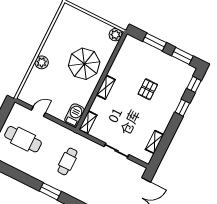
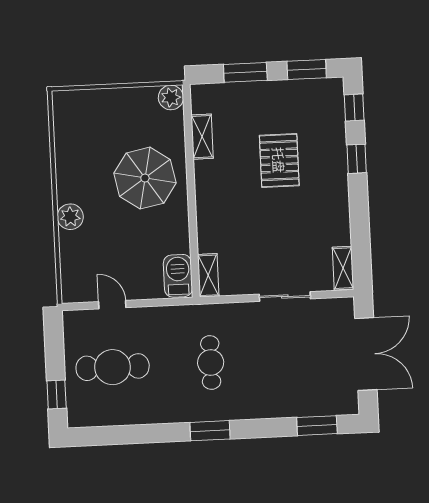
shelving: (106, 87) -> (202, 137), moved
pallet: (148, 89) -> (279, 160), width x1.50, depth x1.42
door: (38, 112) -> (112, 305), hinge flipped
shelving: (155, 142) -> (343, 268), moved

